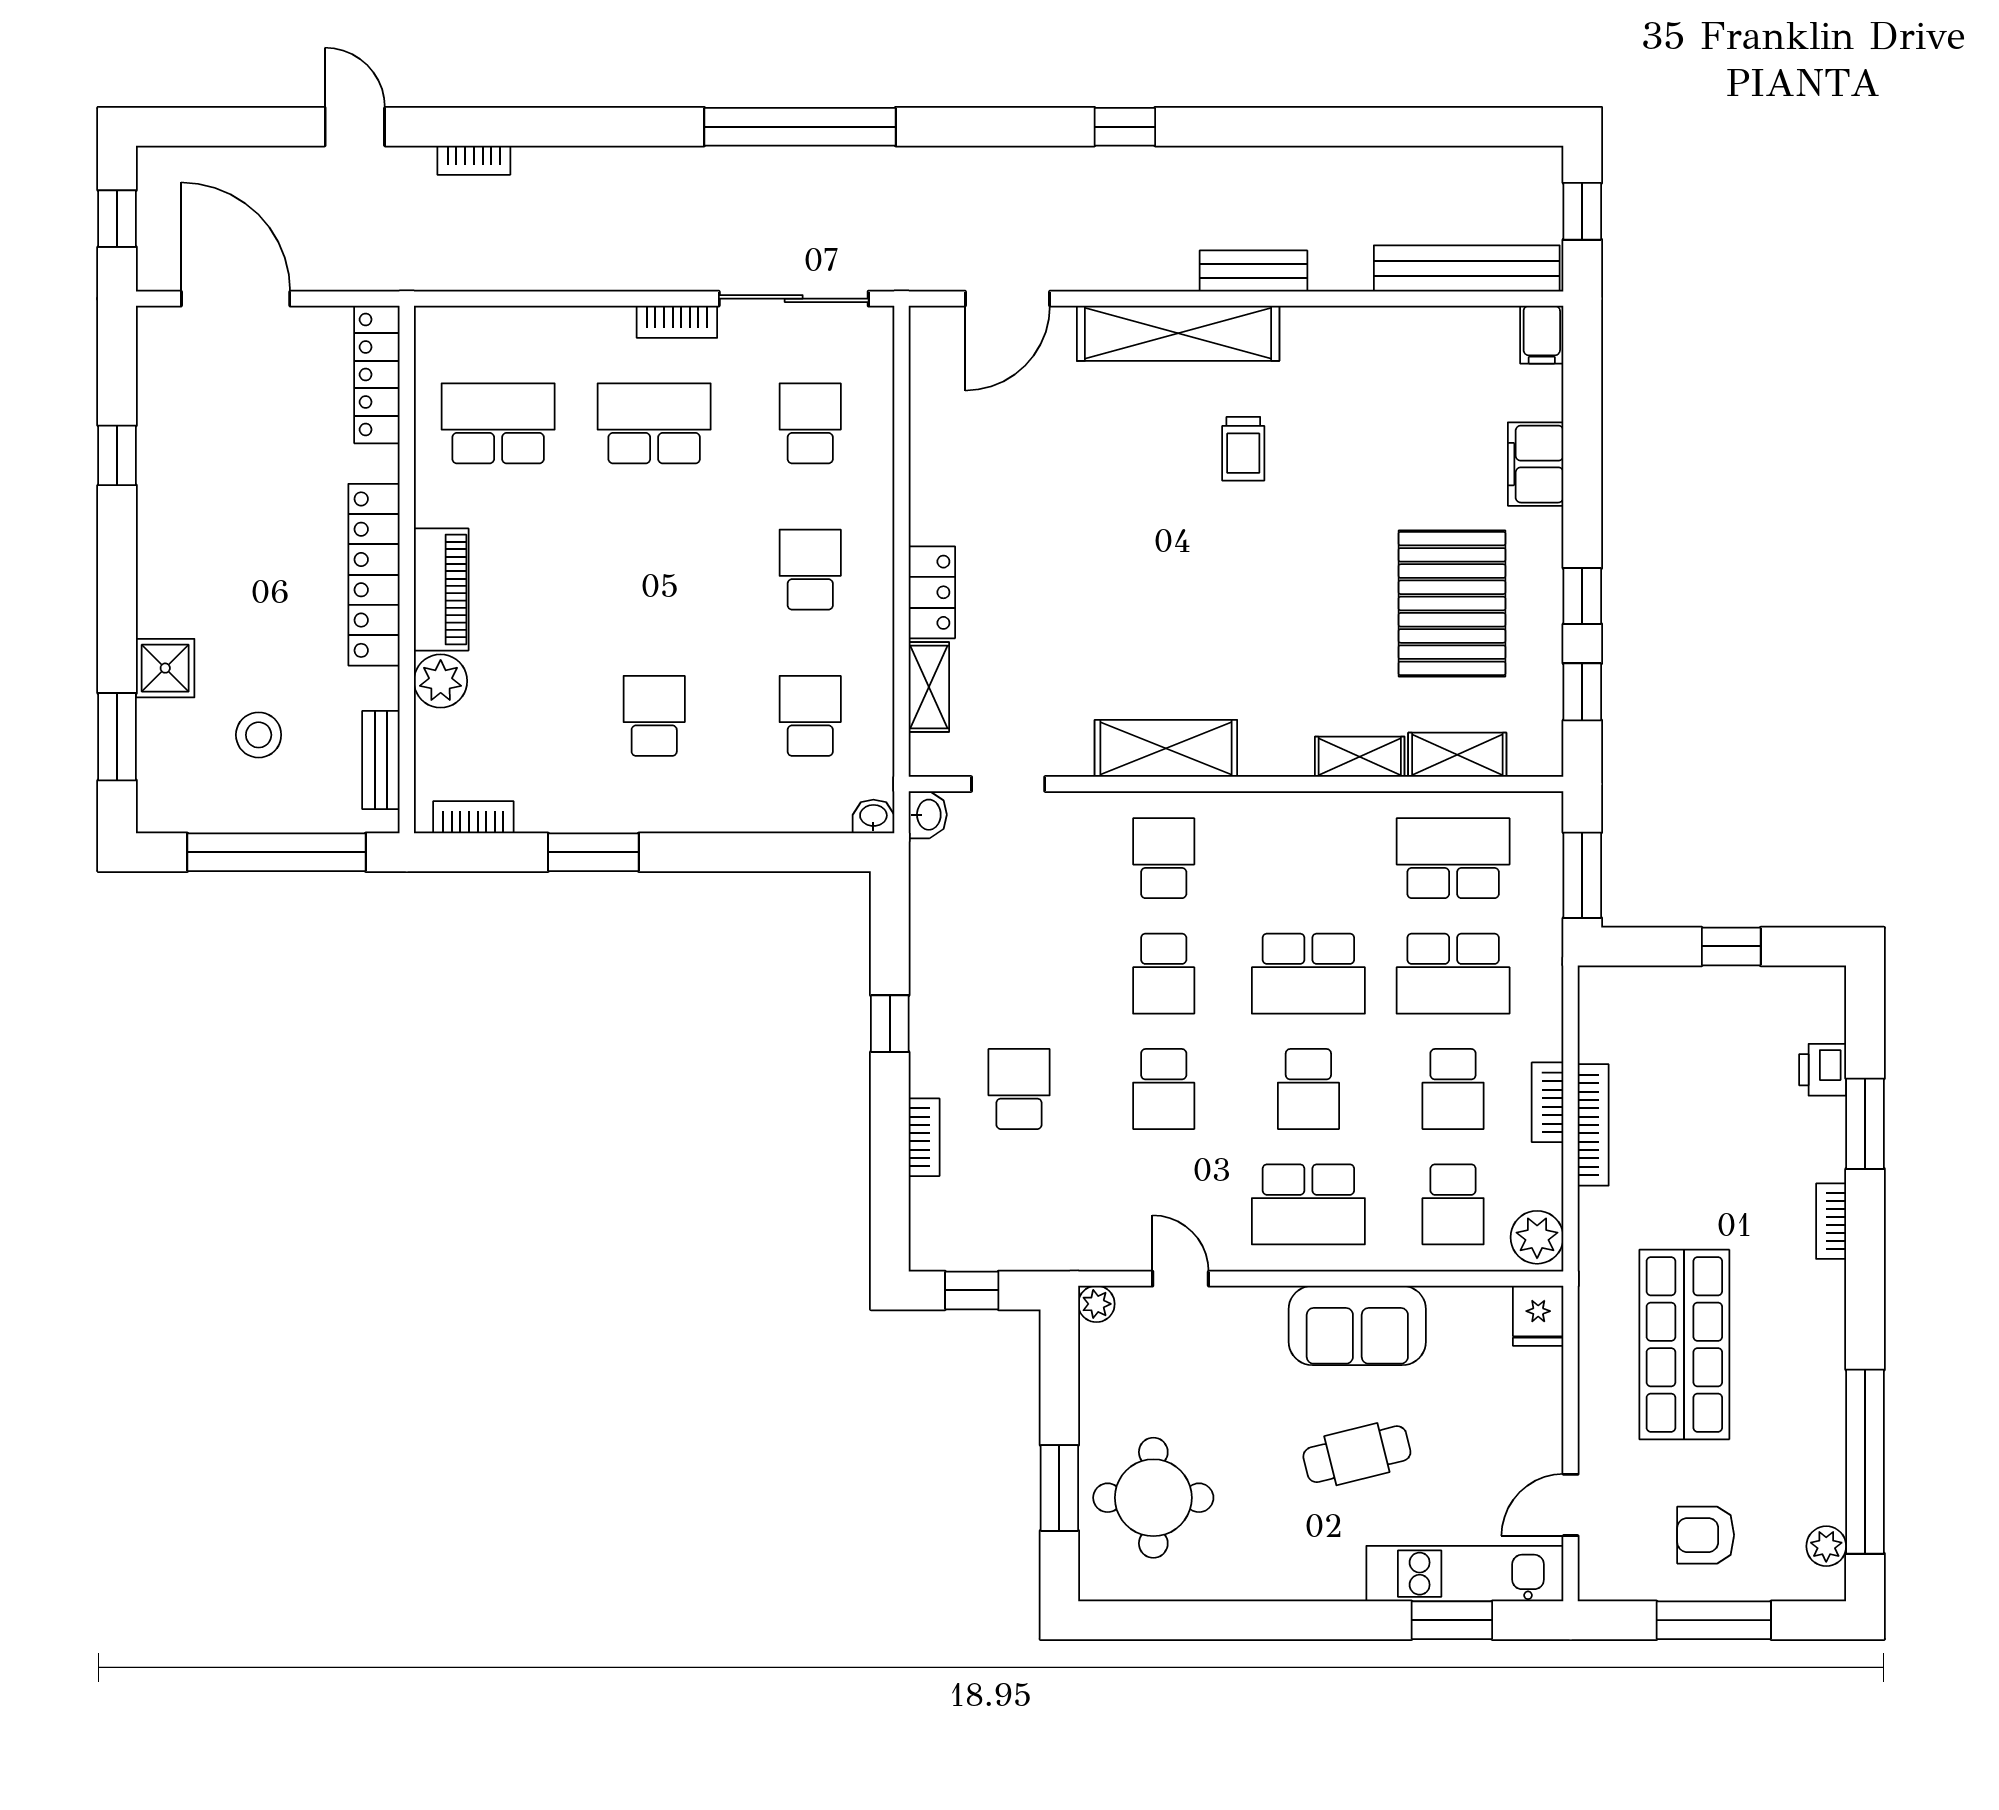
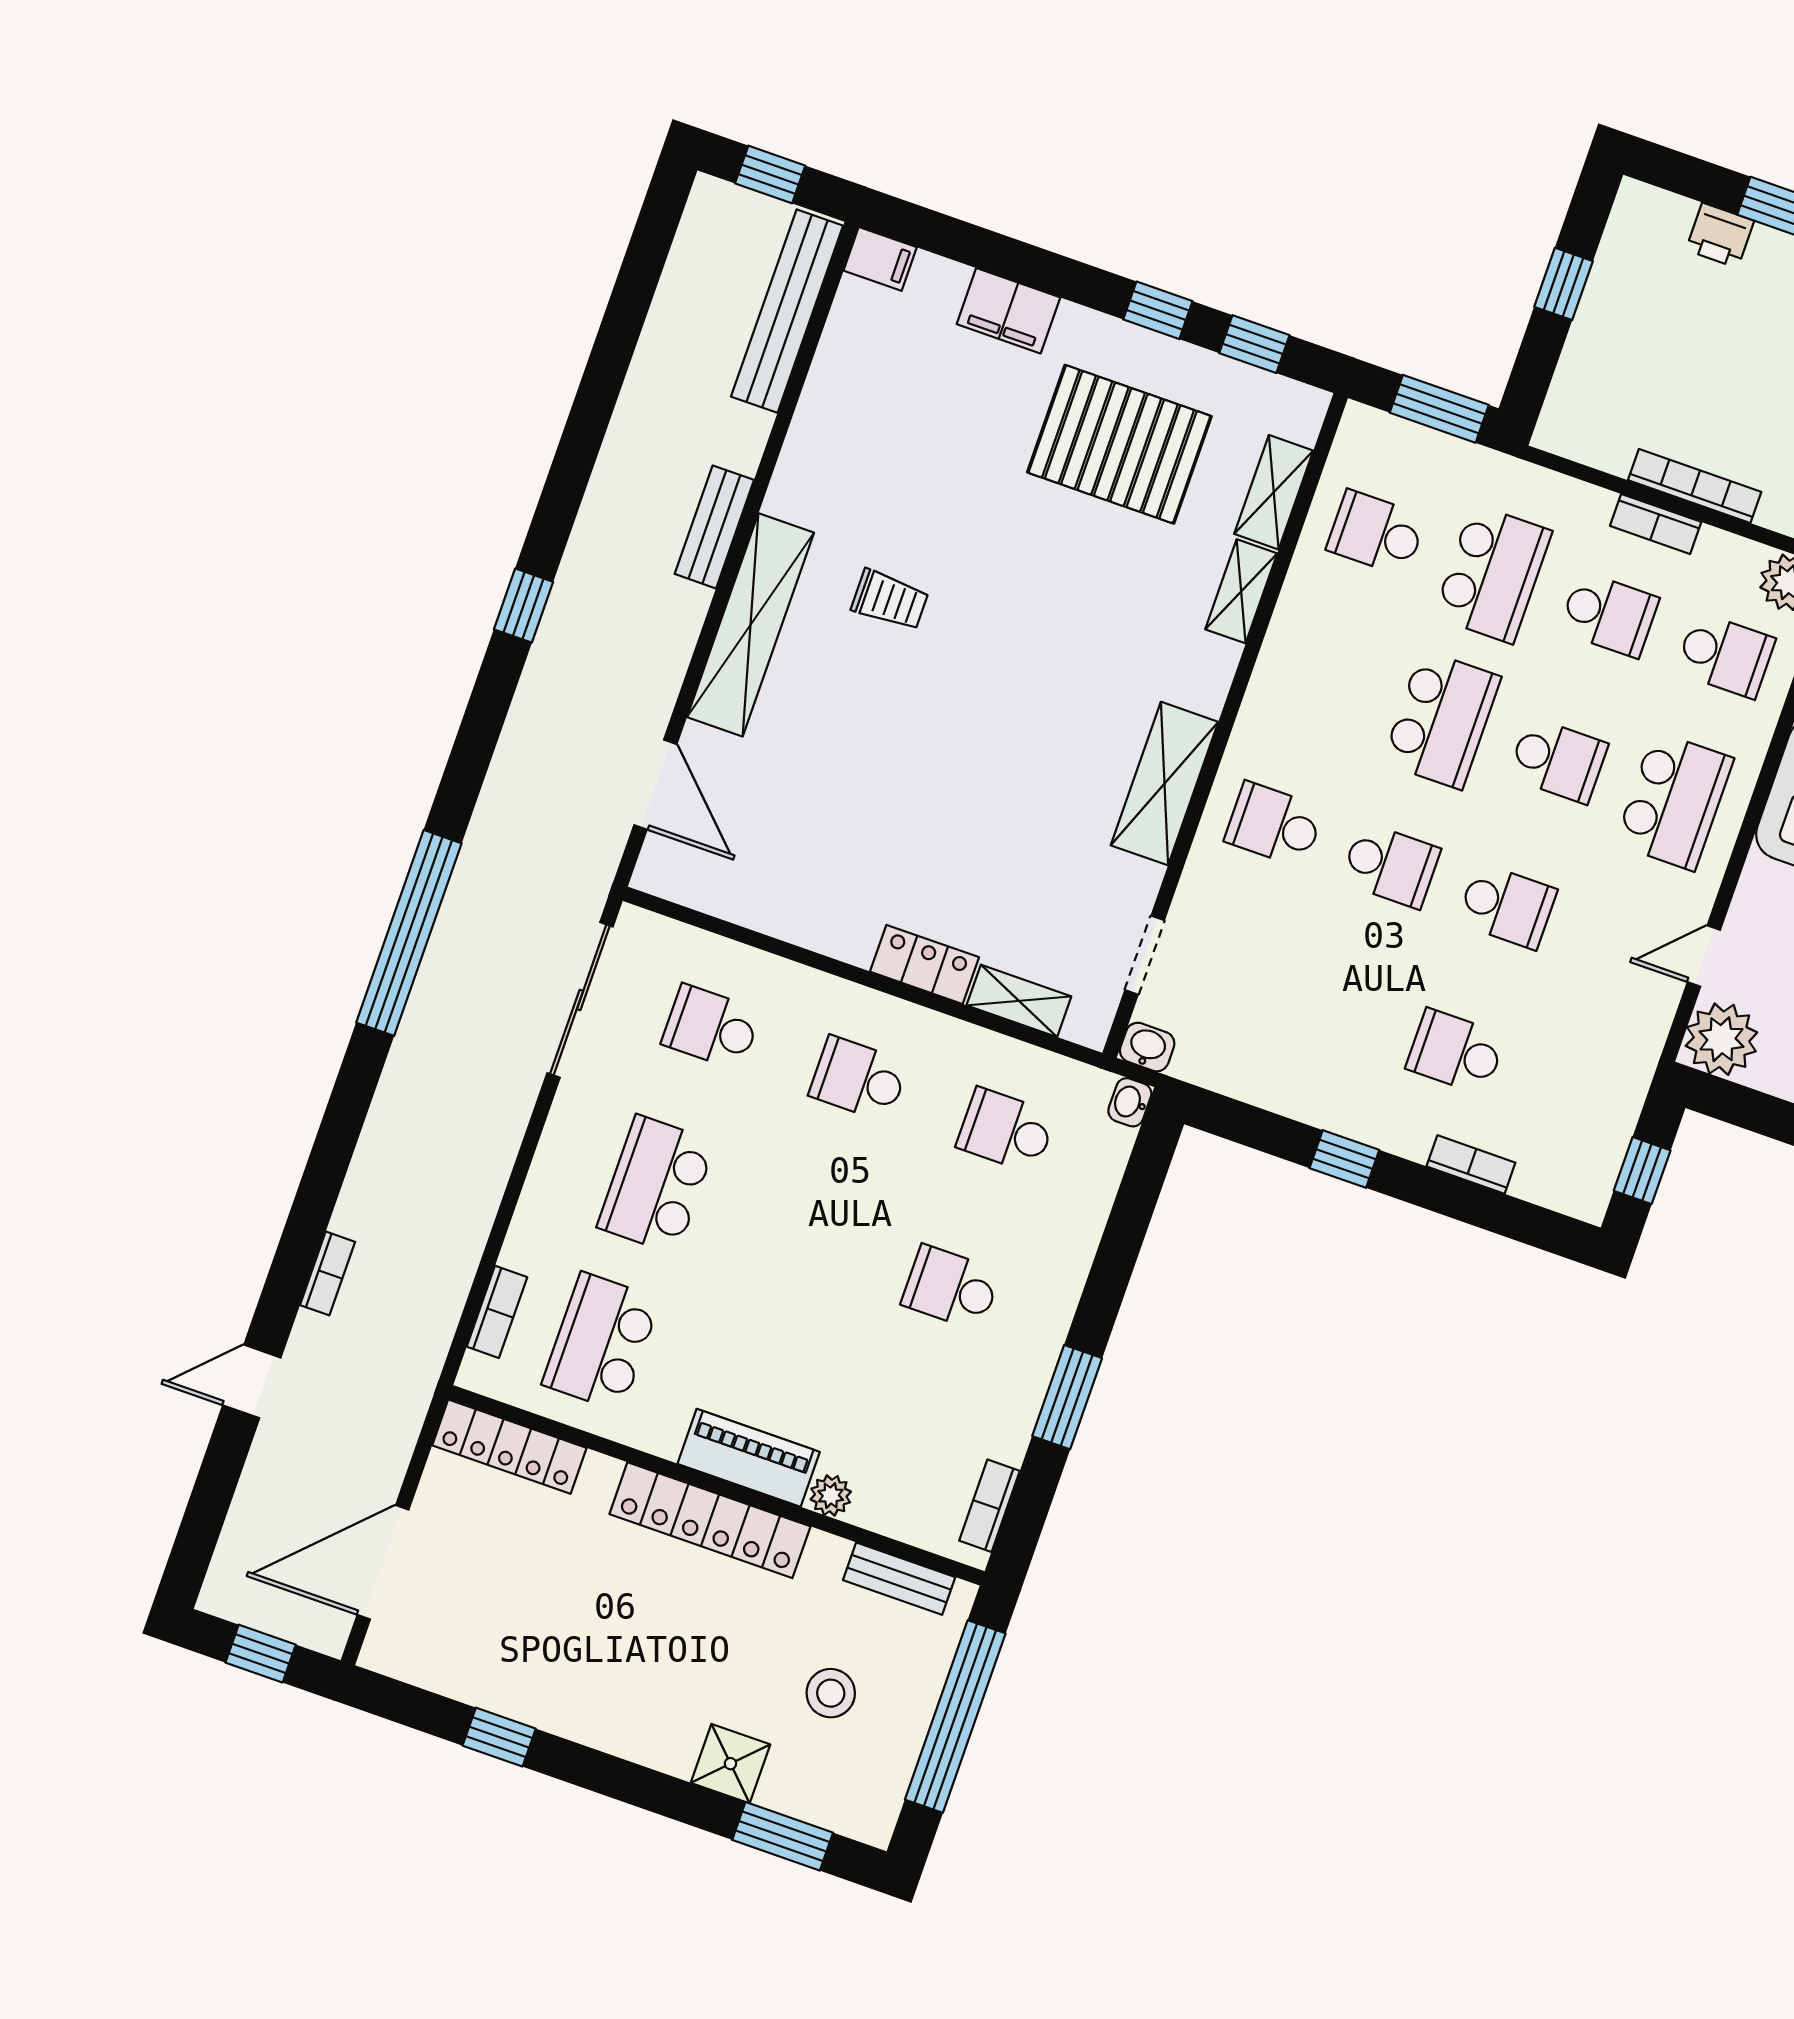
bookcase: (677, 322) -> (497, 1312), moved
plant: (441, 681) -> (831, 1496), width x0.73, depth x0.73
school desk: (1453, 858) -> (1376, 533), width x0.54
plant: (1096, 1304) -> (1721, 1039), width x1.87, depth x1.87

